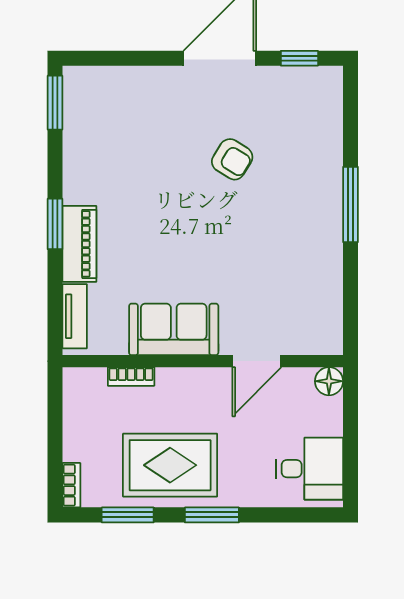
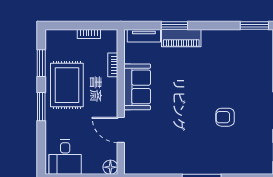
armchair: (232, 159) -> (225, 117), turned 58
window: (55, 224) -> (174, 26), moved
bookcase: (71, 485) -> (89, 34), moved

